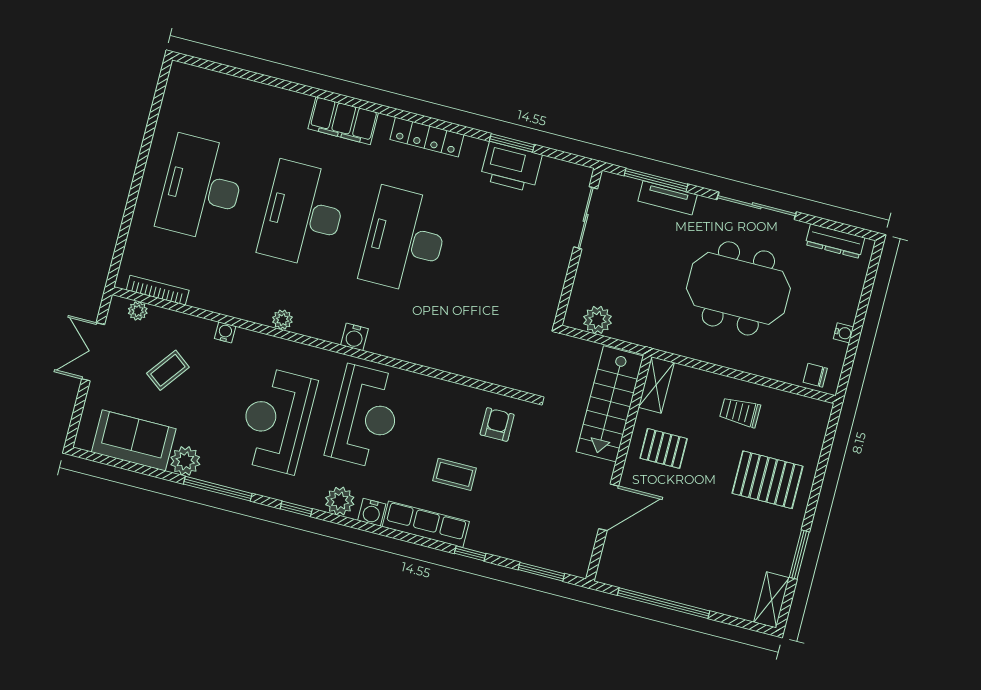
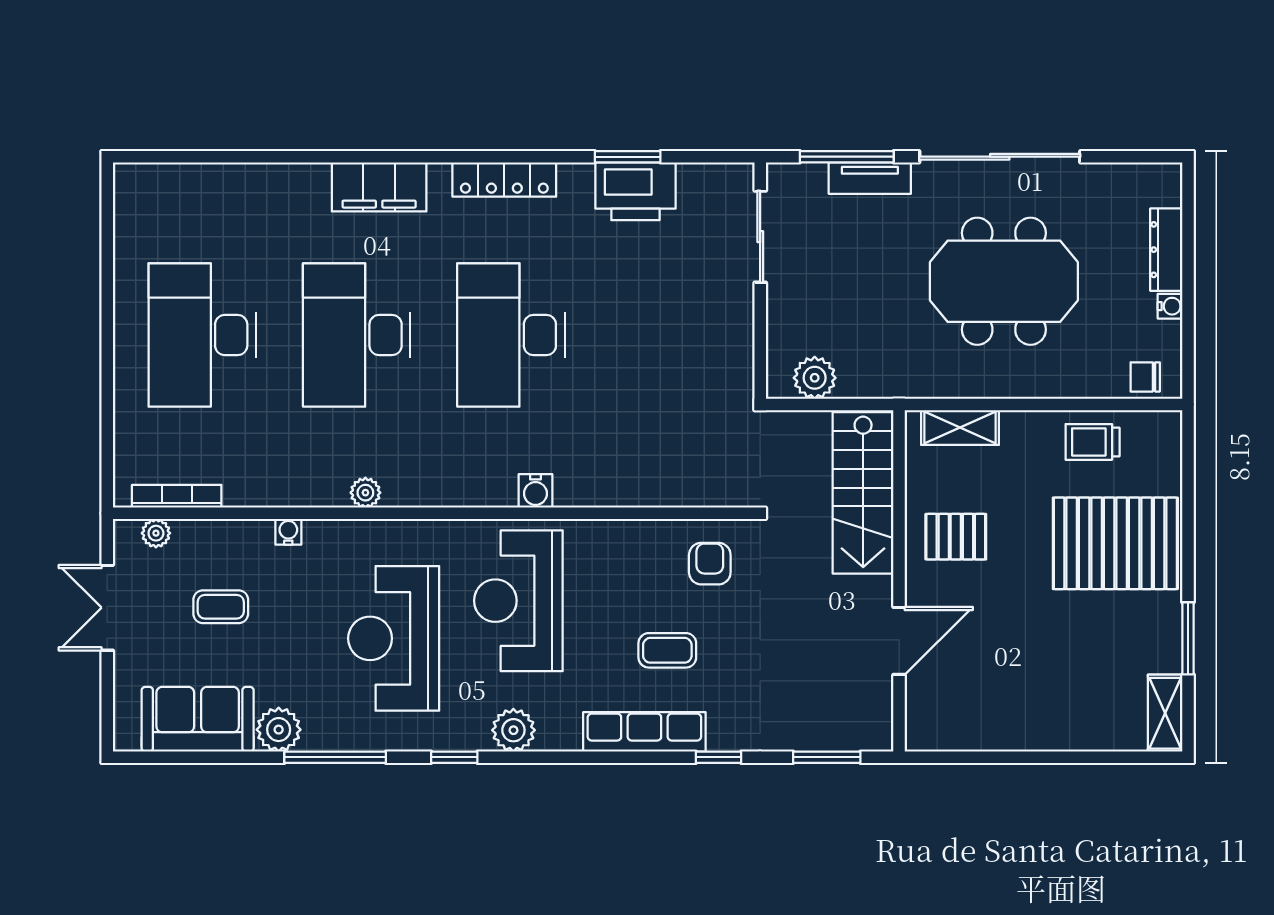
sliding door: (757, 206) -> (1000, 157), width x1.36
dresser: (835, 241) -> (1166, 250), moved, turned 90
water cooler: (354, 337) -> (535, 491), moved
coffee table: (168, 370) -> (221, 607), turned 53
shelving: (656, 385) -> (960, 428), moved, turned 90
trolley: (740, 412) -> (1093, 442), moved
reception desk: (365, 417) -> (518, 601), turned 180
pallet: (767, 480) -> (1115, 543), width x1.37, depth x1.41
water cooler: (372, 512) -> (563, 735), removed
window: (664, 603) -> (1012, 757), removed

